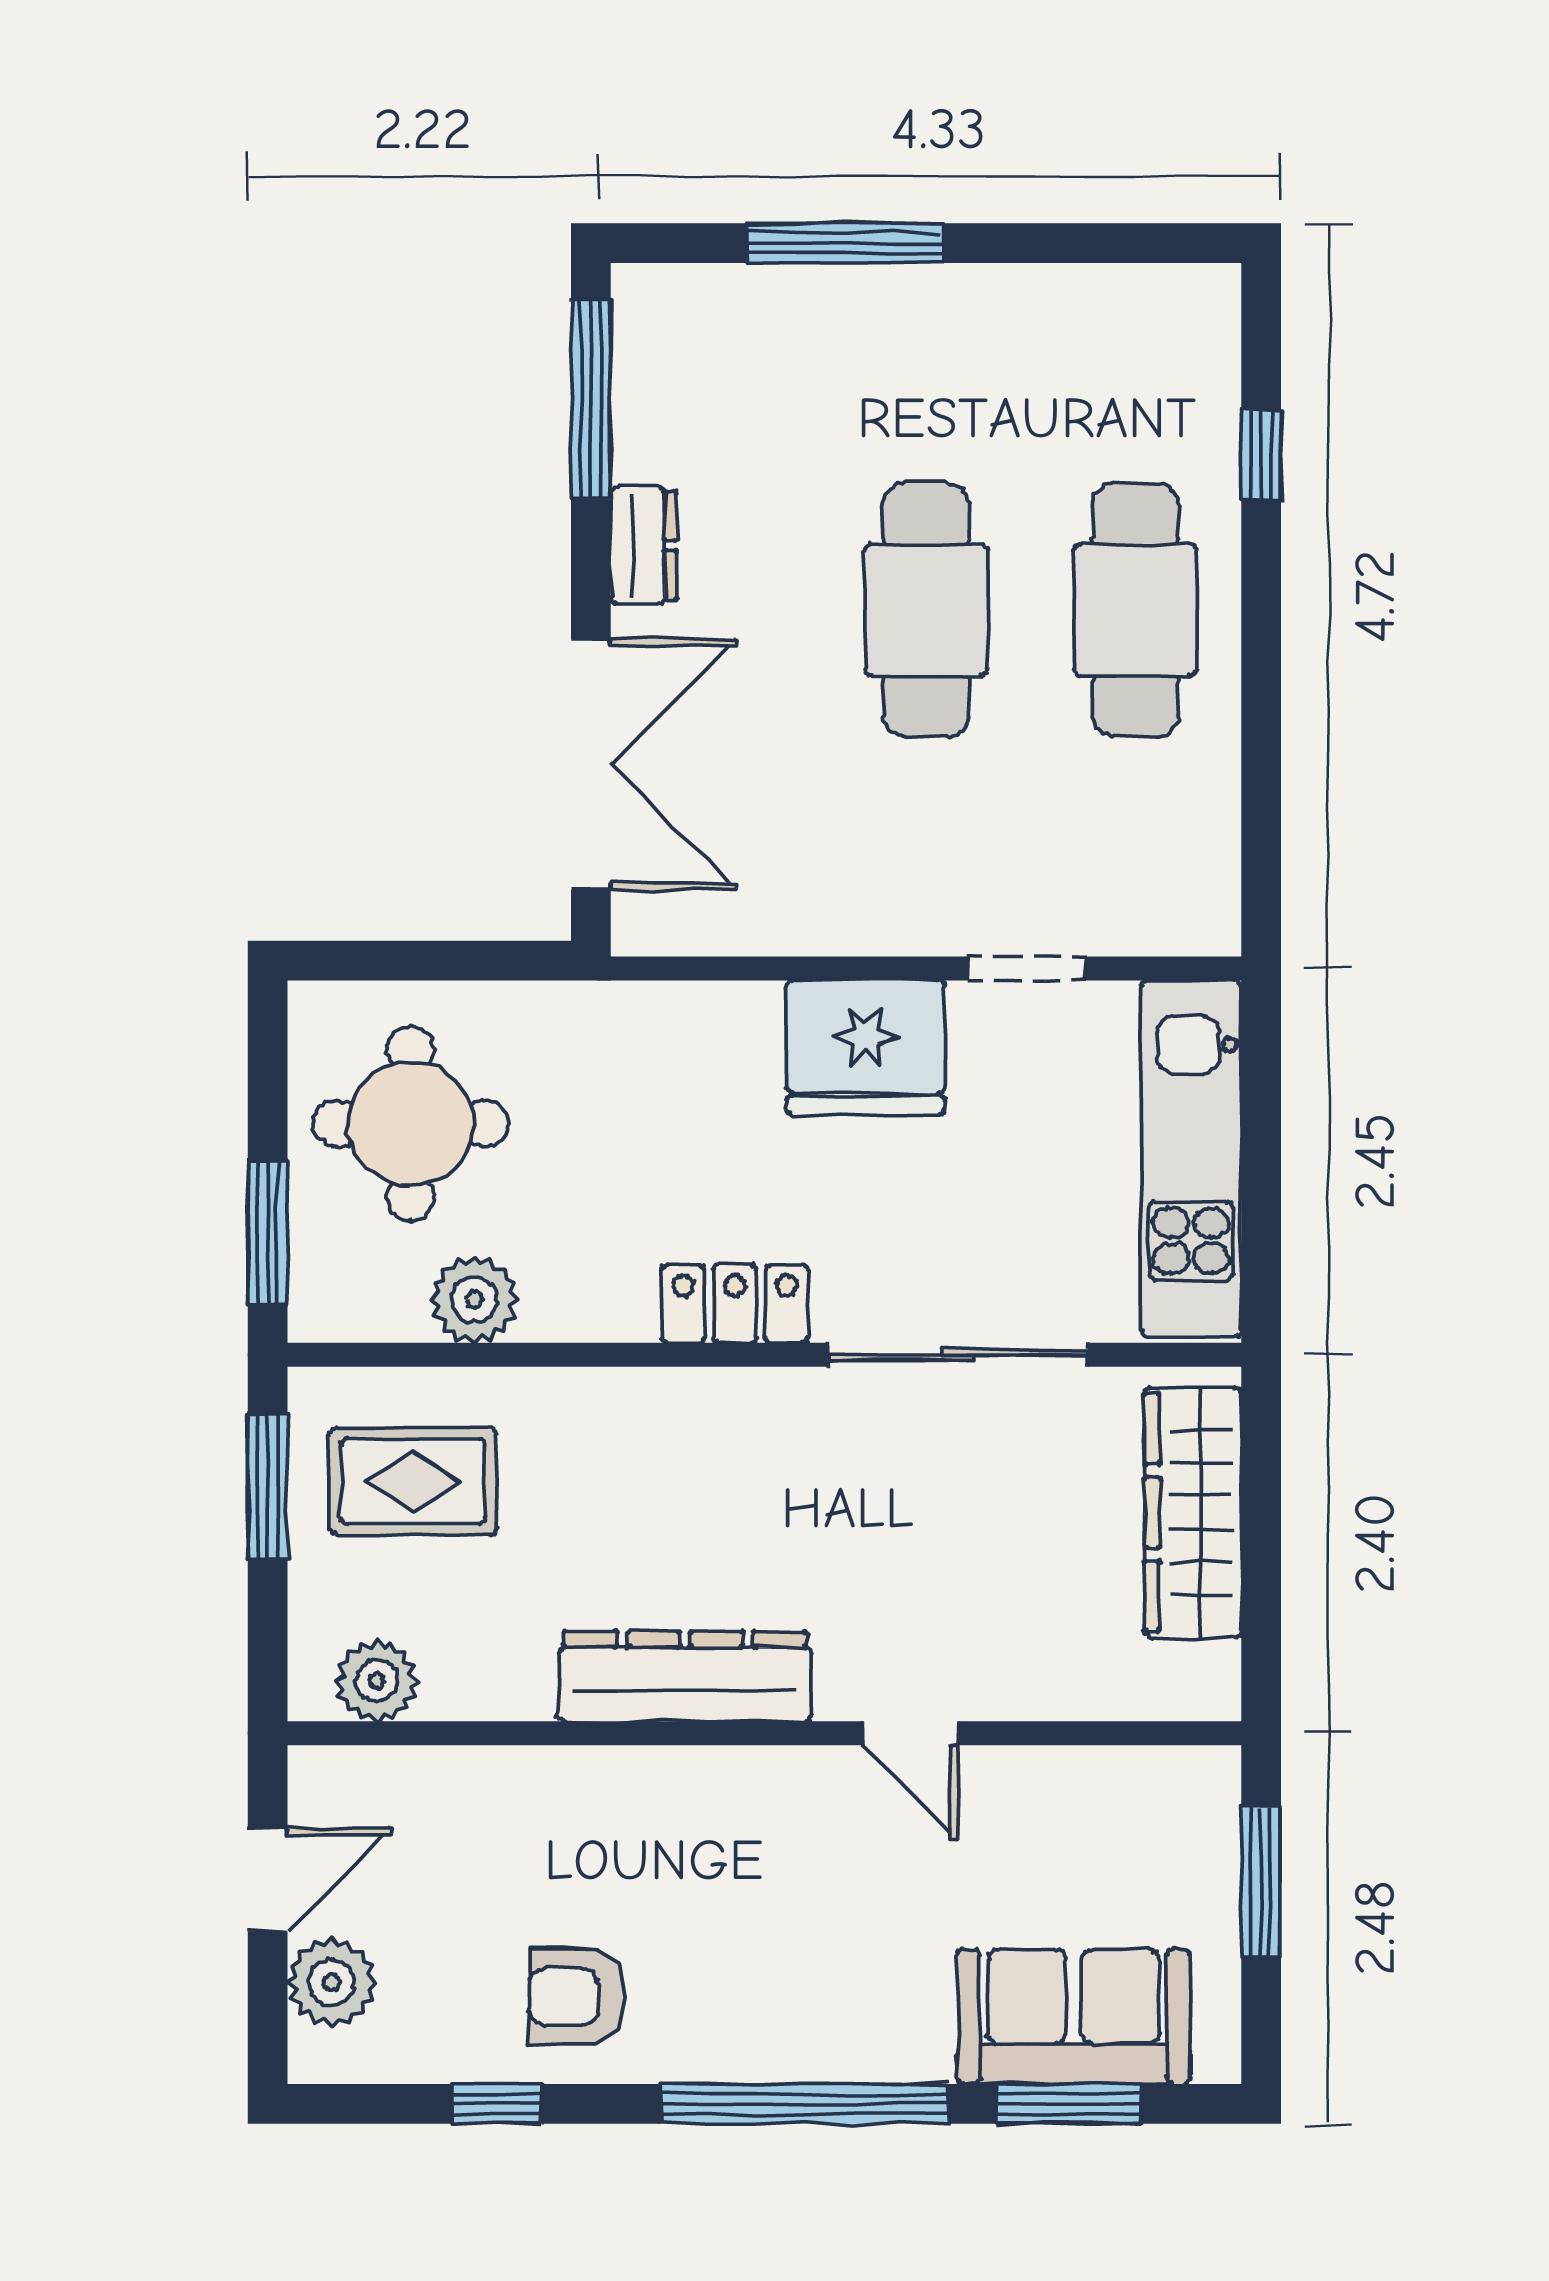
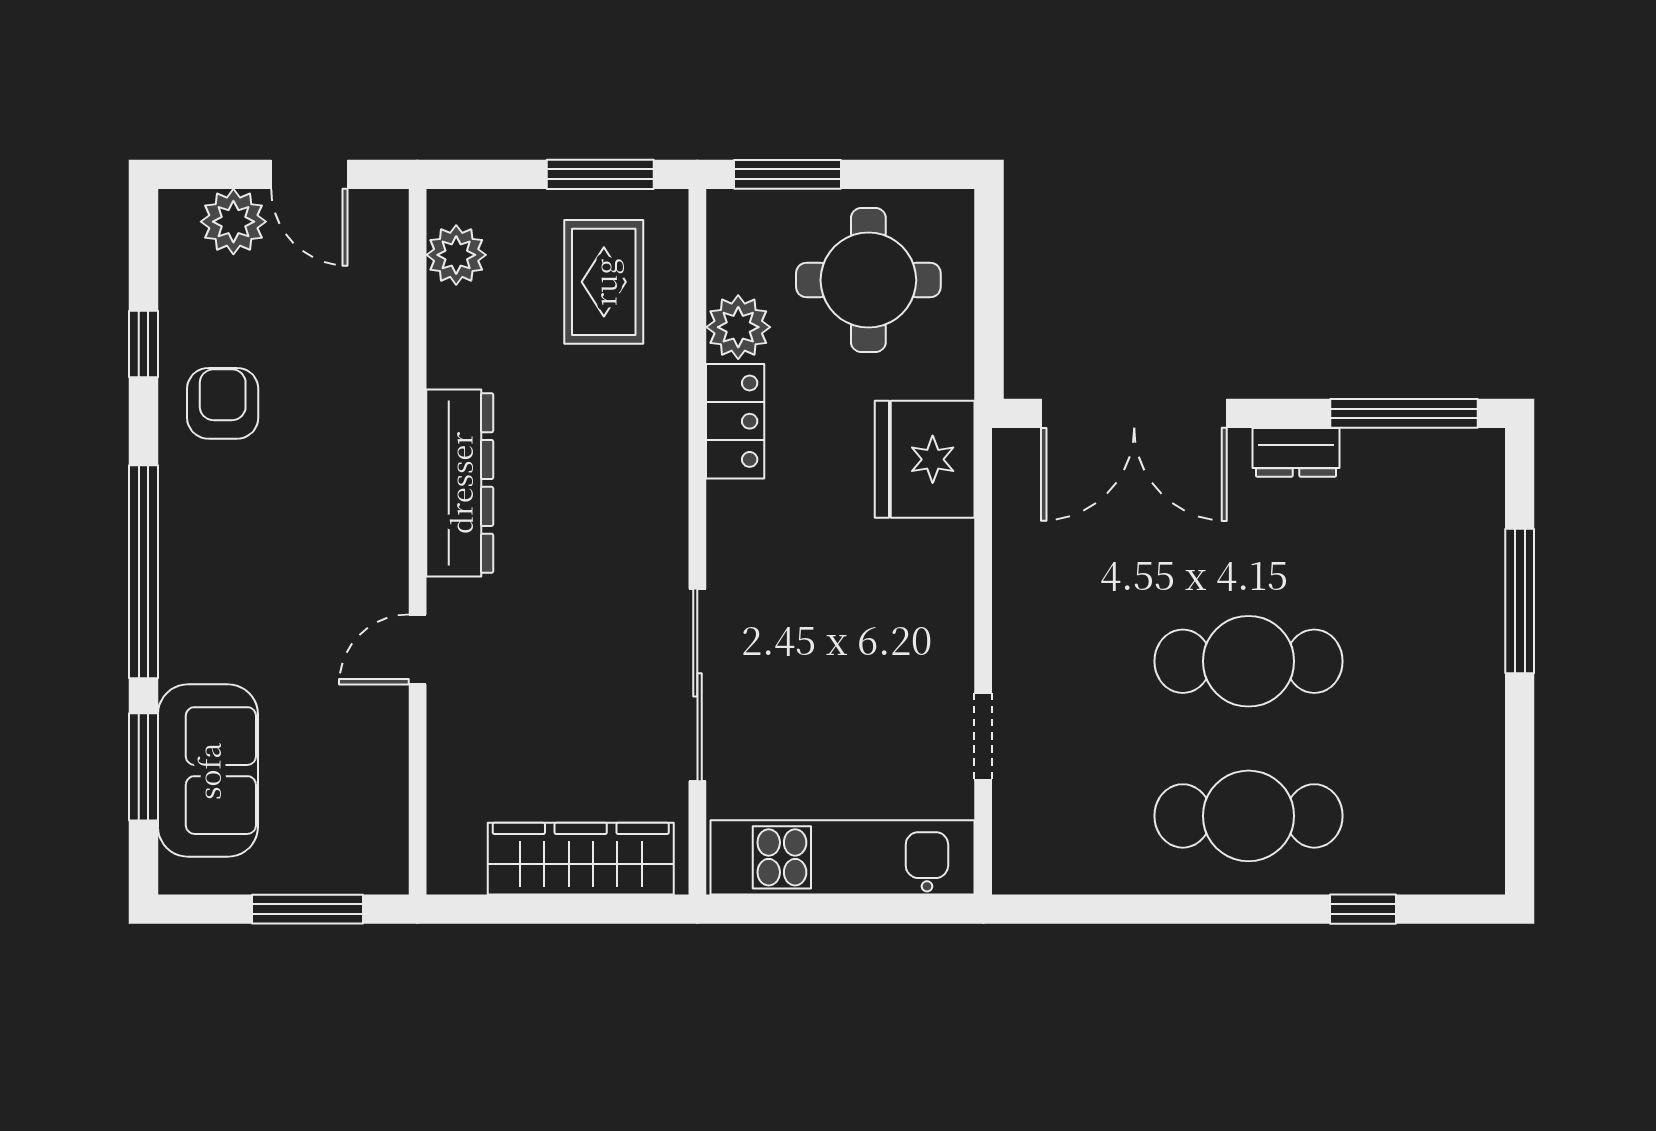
fridge: (866, 1048) -> (925, 459), moved
locker: (735, 1304) -> (735, 421), moved

